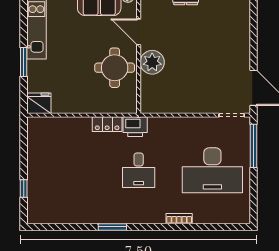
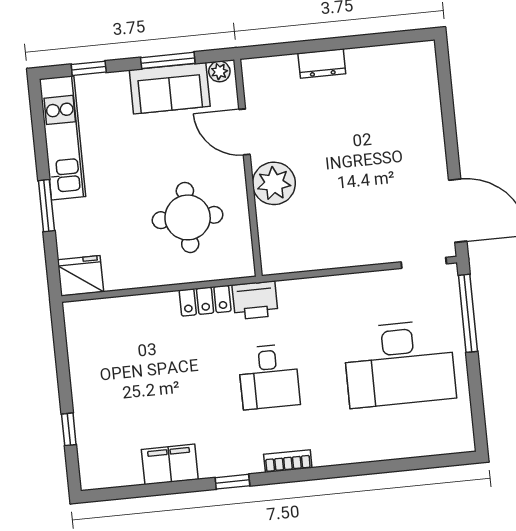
round table: (115, 68) -> (188, 217), moved
filing cabinet: (78, 214) -> (170, 464), added
bookcase: (179, 219) -> (288, 461), moved
window: (112, 227) -> (232, 482), width x0.67

